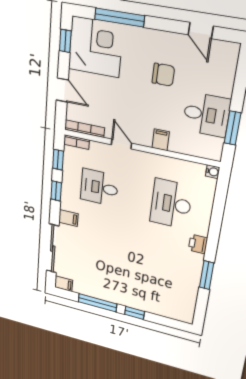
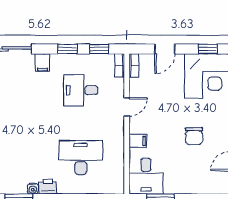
desk: (206, 115) -> (146, 176), moved
bookcase: (84, 129) -> (134, 65), width x0.64
water cooler: (213, 172) -> (33, 189), moved
desk: (99, 187) -> (81, 90), turned -90

